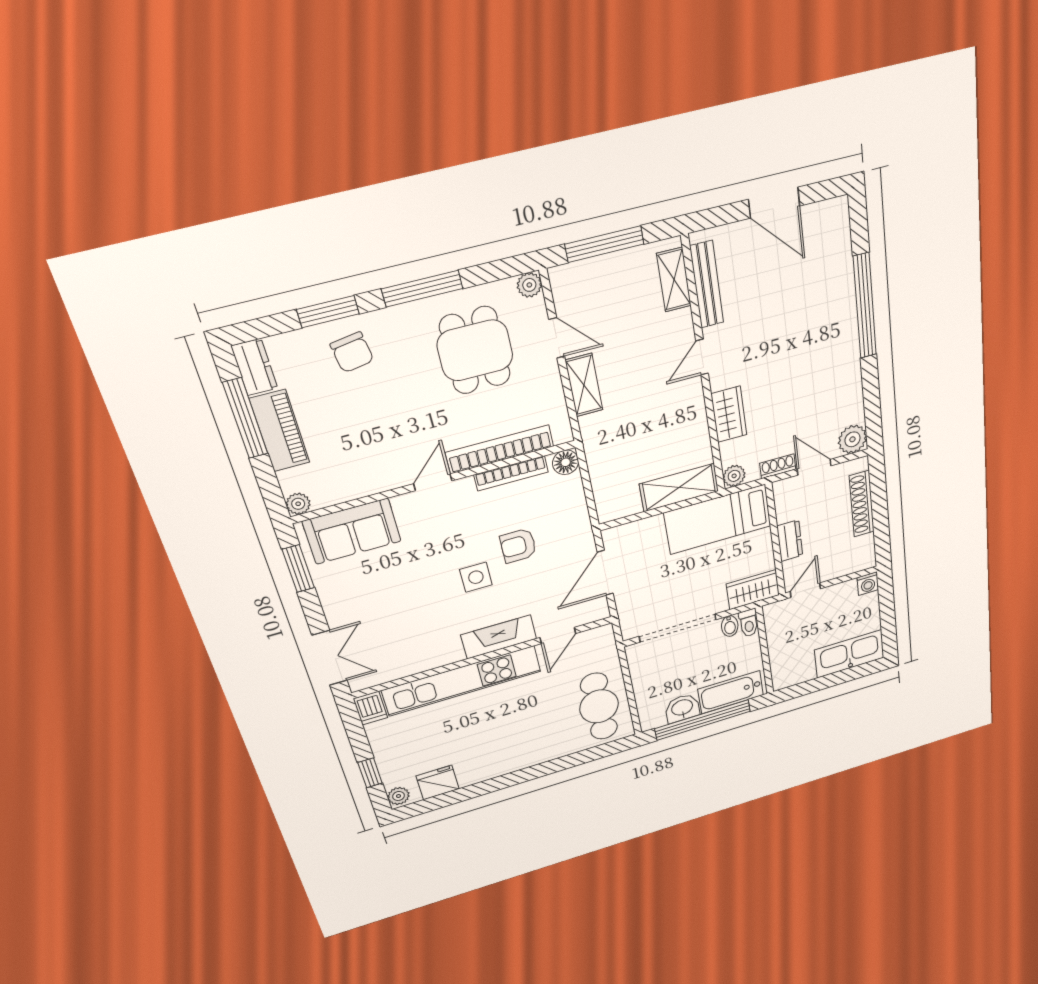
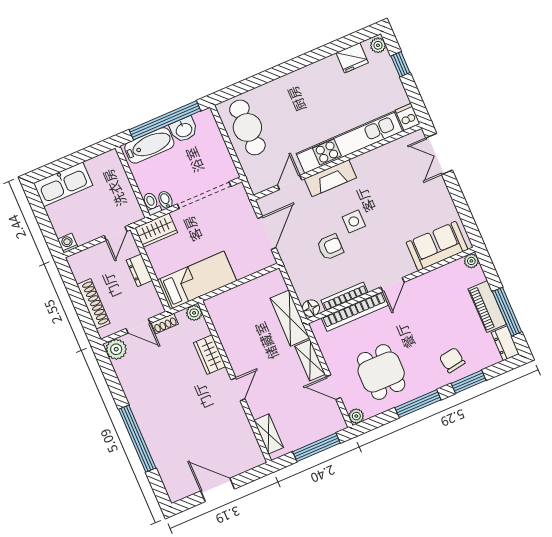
bench: (707, 285) -> (247, 435), removed
shelving: (679, 488) -> (290, 318), moved, turned 90
window: (298, 569) -> (466, 217), removed

